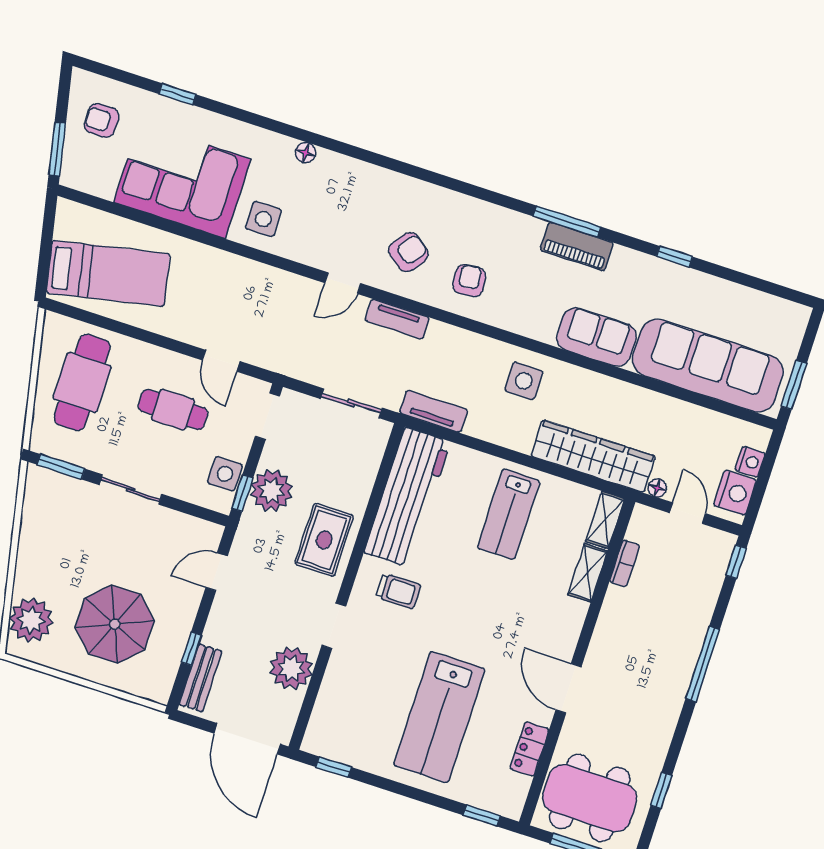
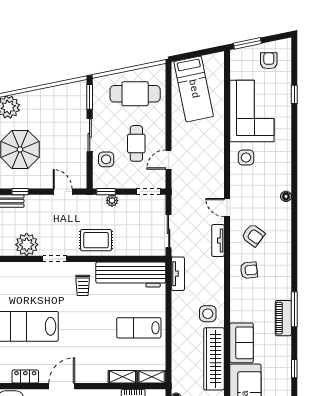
floor lamp: (306, 153) -> (286, 196), moved
wardrobe: (593, 456) -> (214, 359), moved, turned 180
side table: (225, 474) -> (106, 159), moved
plant: (271, 490) -> (112, 201), width x0.53, depth x0.53

